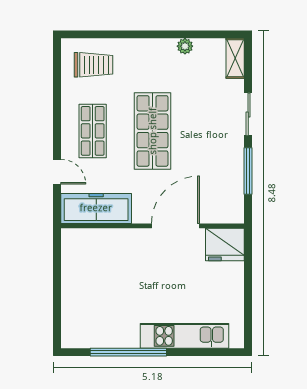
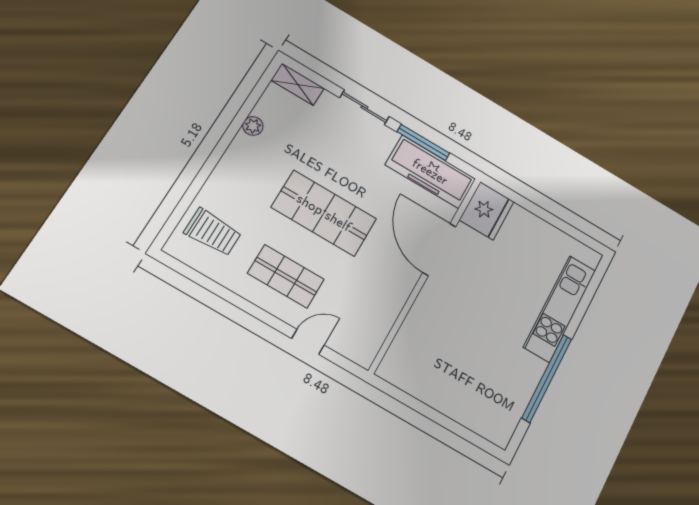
trolley: (94, 65) -> (213, 232), turned 90
freezer: (96, 208) -> (430, 172), moved, turned -90

